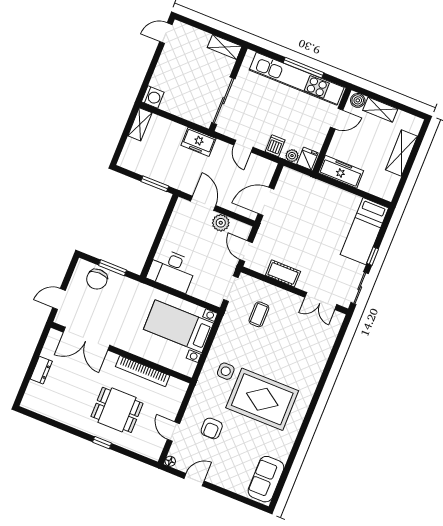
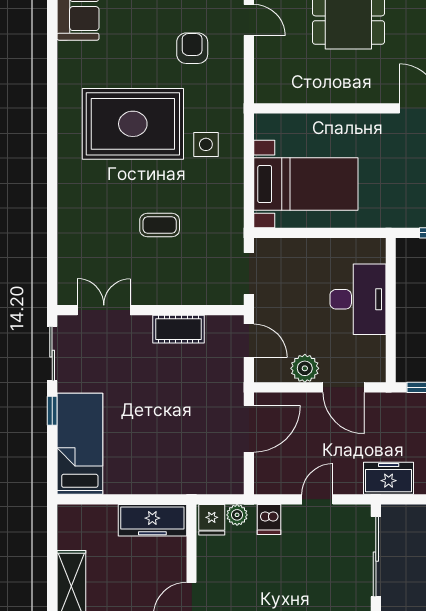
door: (243, 146) -> (317, 499), hinge flipped
desk: (172, 270) -> (358, 299), moved, turned 90
coffee table: (259, 314) -> (160, 225), moved, turned 90
bookcase: (143, 371) -> (333, 93), removed

